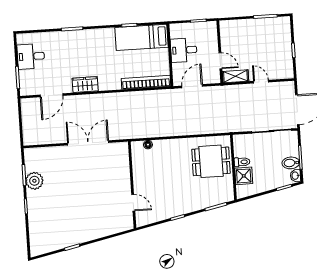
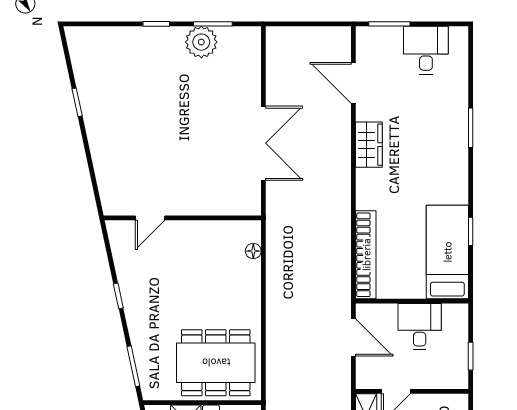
dining table: (211, 161) -> (216, 363), width x1.38

